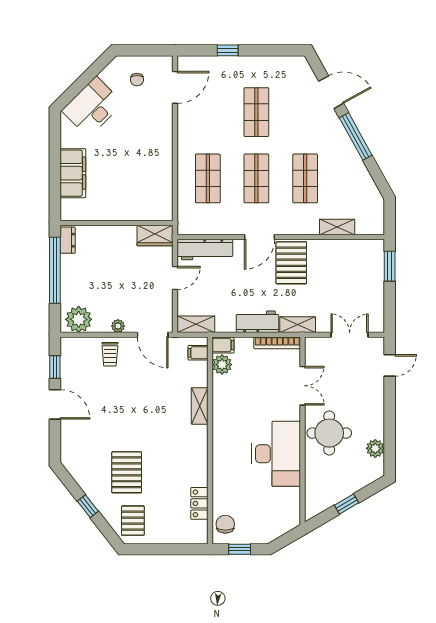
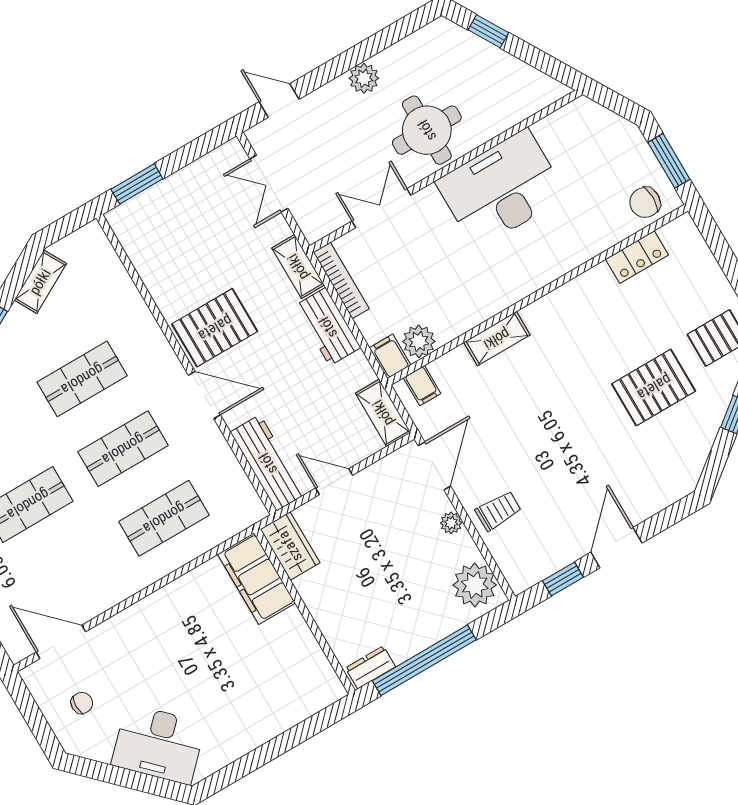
filing cabinet: (73, 173) -> (256, 579), moved, turned -90
shelving: (337, 227) -> (40, 282), moved, turned 61
plant: (375, 448) -> (364, 78), moved
window: (347, 504) -> (488, 31), moved
window: (240, 549) -> (669, 161), width x1.50

